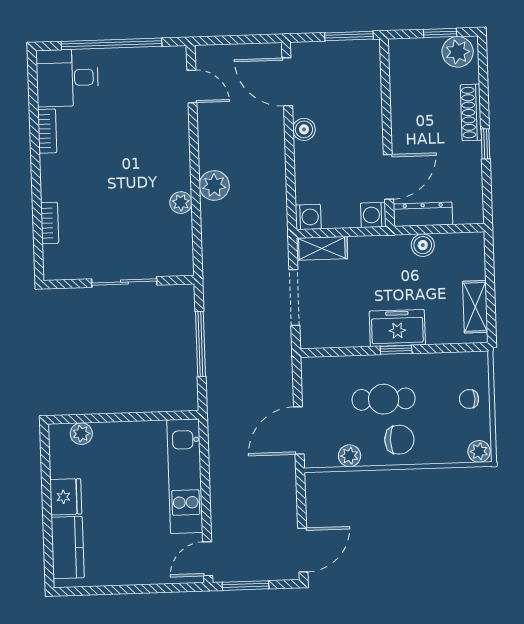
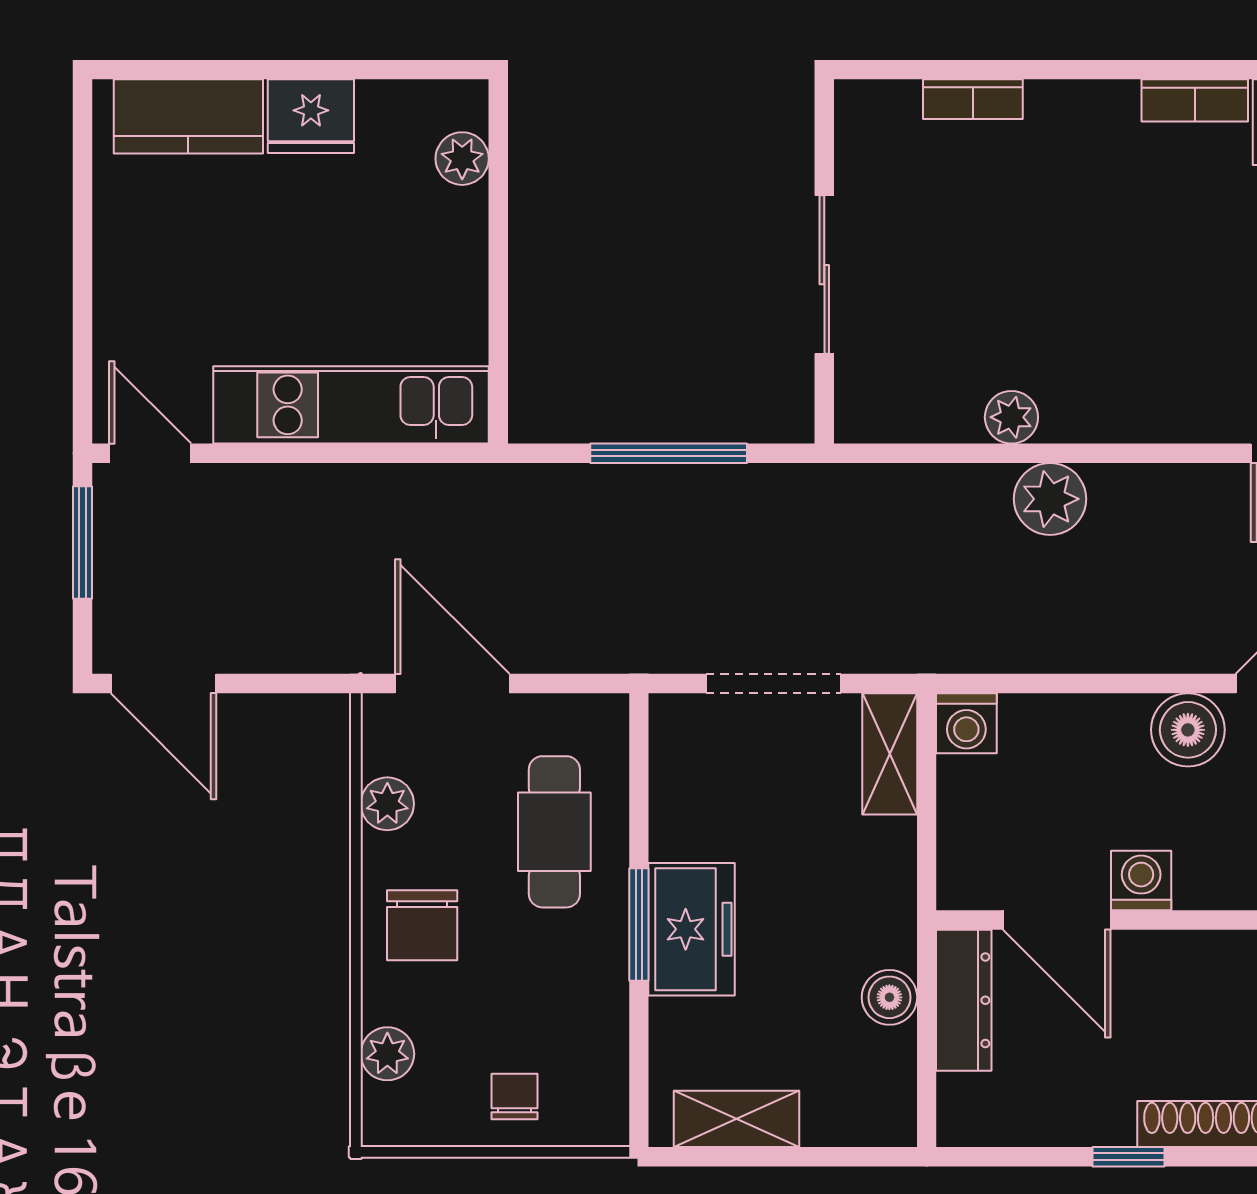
boiler: (304, 129) -> (1188, 730), width x1.36, depth x1.36
washing machine: (373, 215) -> (1141, 881), moved
window: (396, 350) -> (639, 924), width x1.50
cafe table: (384, 399) -> (554, 832), moved
plant: (479, 451) -> (387, 1054), moved

